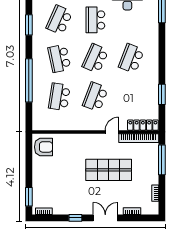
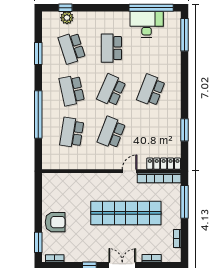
school desk: (59, 20) -> (72, 48), turned -42
armchair: (43, 147) -> (55, 222), moved
shop shelf: (109, 170) -> (126, 213), width x1.40

